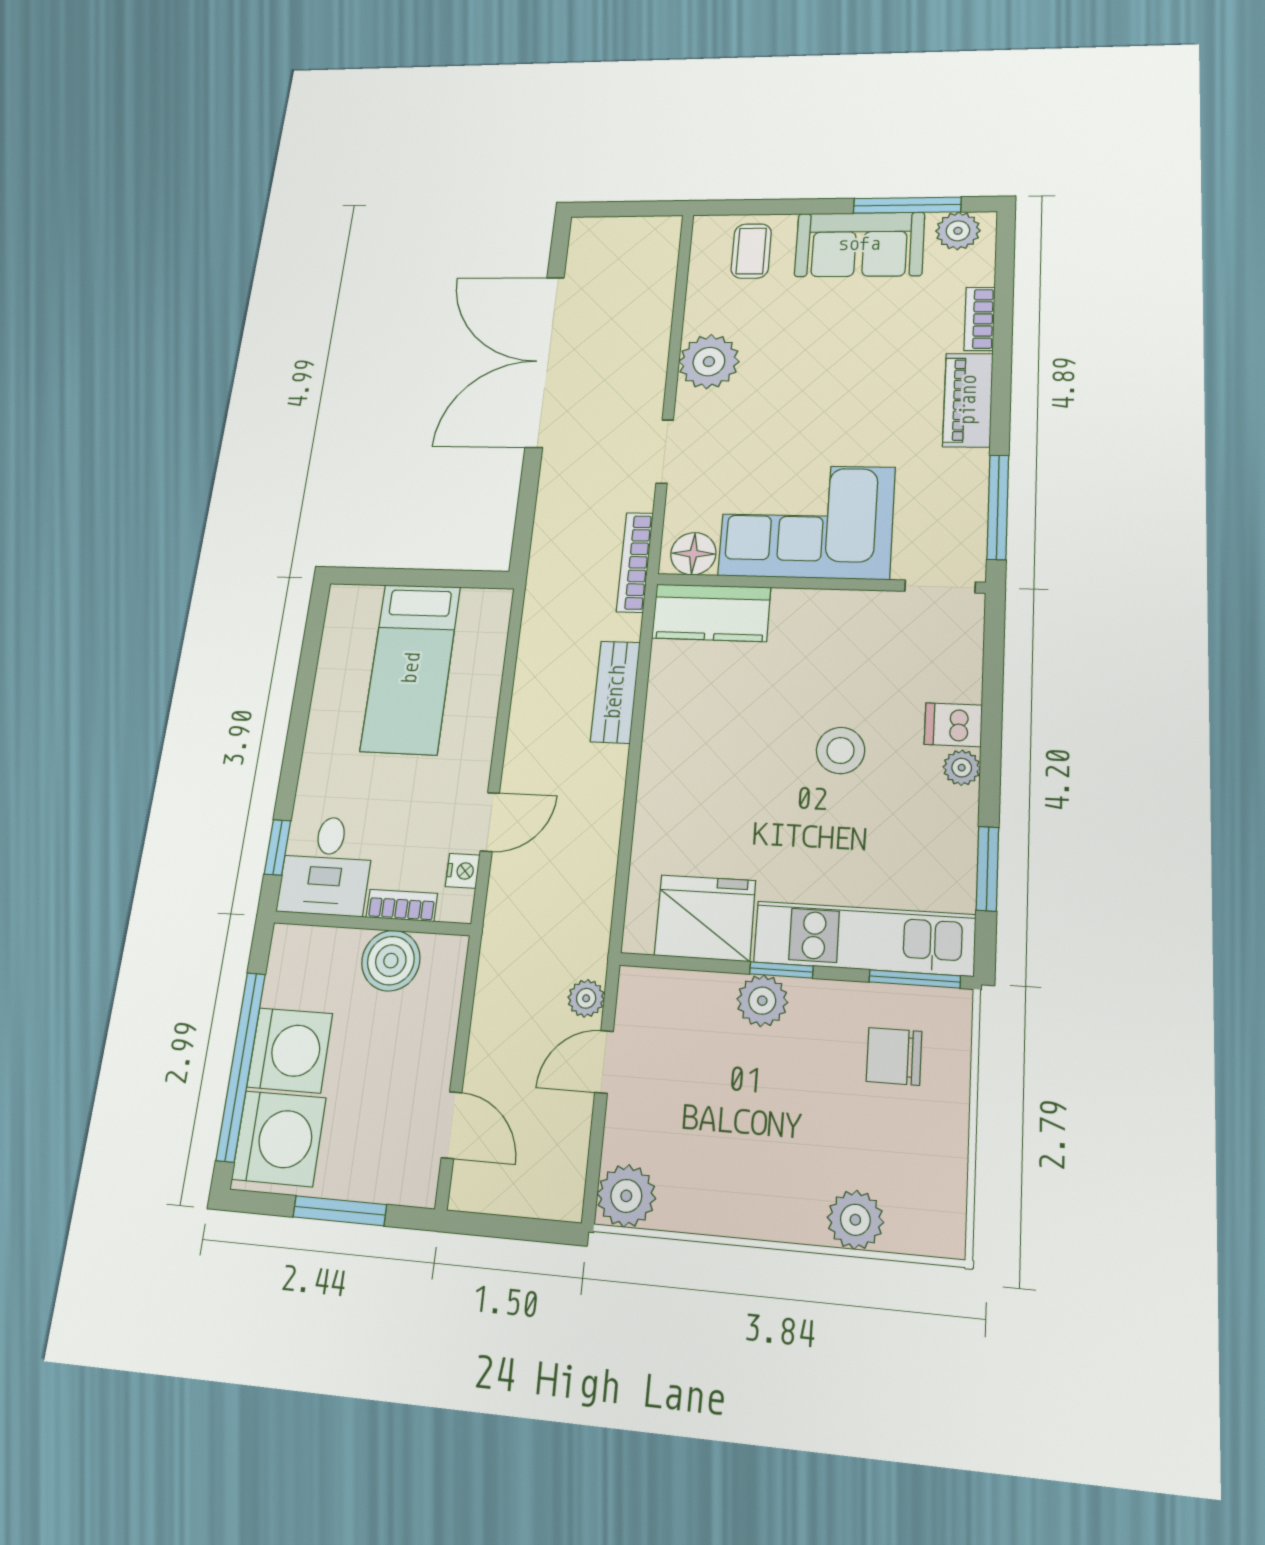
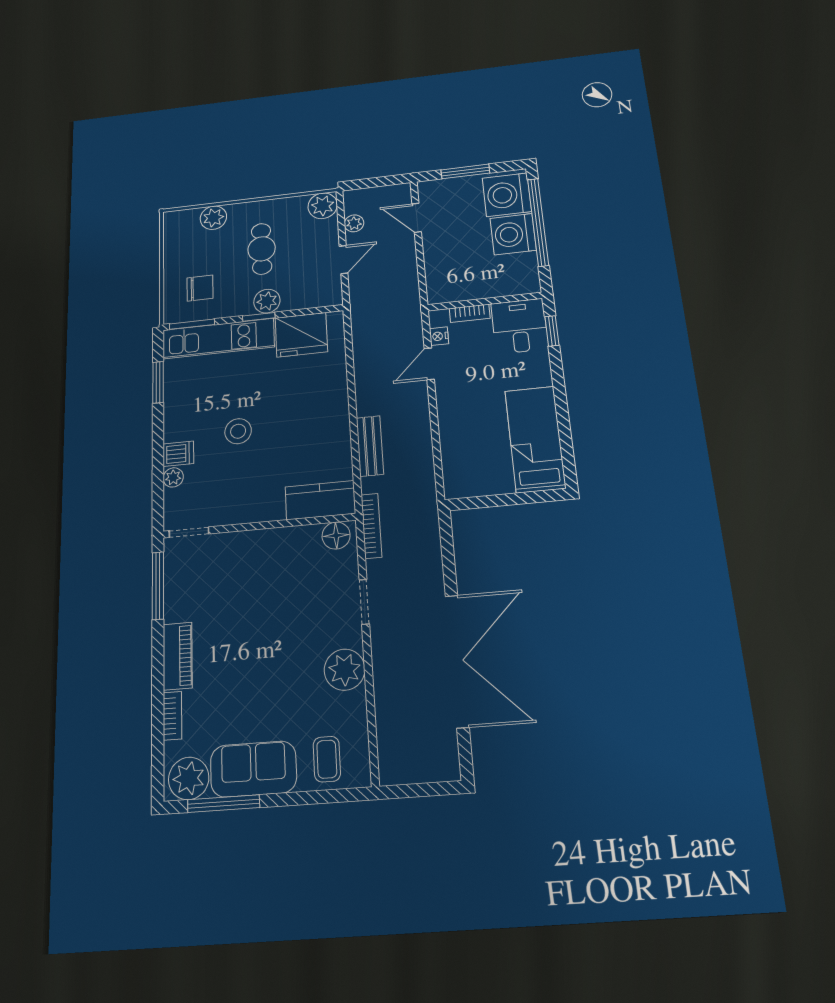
plant: (958, 231) -> (189, 778), width x1.36, depth x1.36
corner sofa: (807, 521) -> (270, 564), removed
bed: (411, 668) -> (535, 439), moved
plant: (962, 768) -> (173, 477), moved
boiler: (391, 961) -> (469, 285), removed
plant: (586, 998) -> (354, 223), moved
cafe table: (761, 1121) -> (262, 249), added

